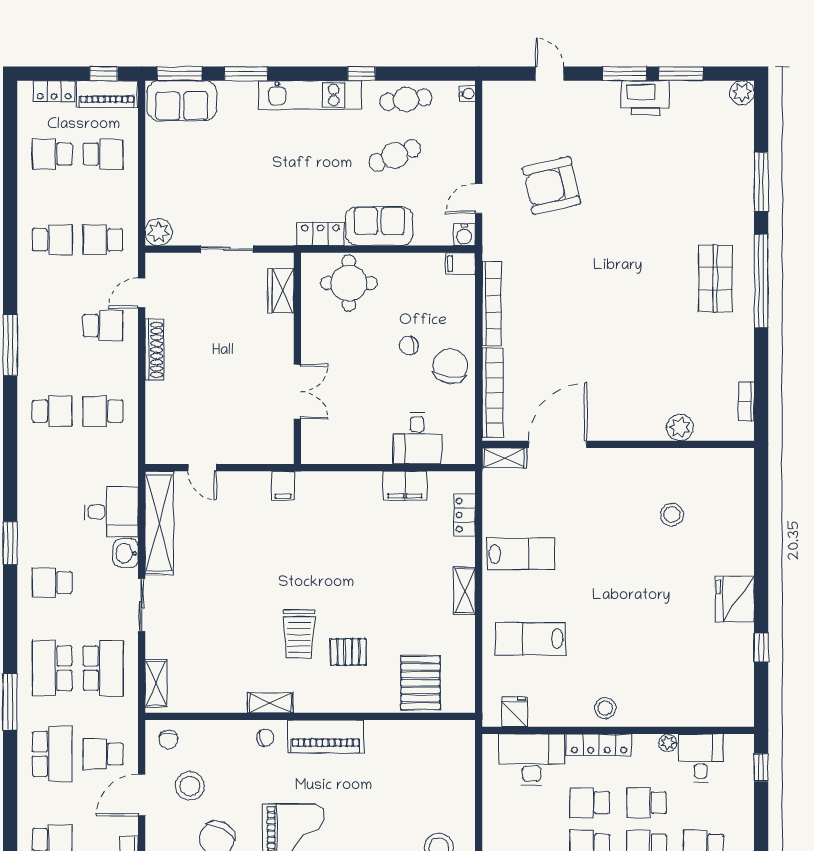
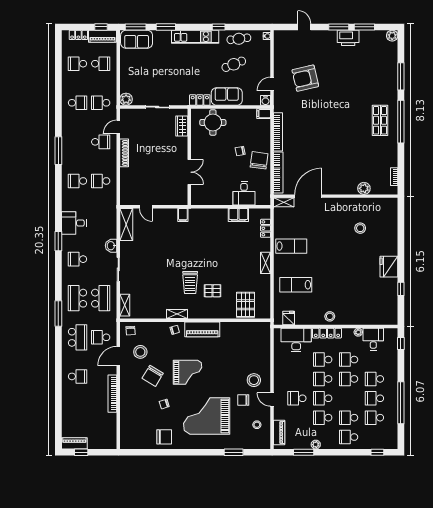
school desk: (52, 411) -> (77, 181), turned 180
desk: (111, 512) -> (74, 223), moved, turned 180
shelving: (159, 523) -> (126, 224), width x0.68

